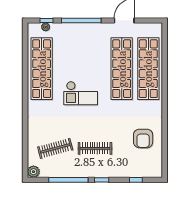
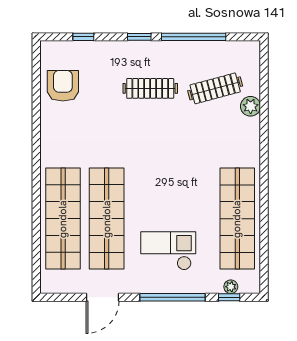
checkout: (81, 93) -> (168, 251), moved
armchair: (143, 138) -> (63, 86), moved
plant: (33, 172) -> (251, 106), moved

